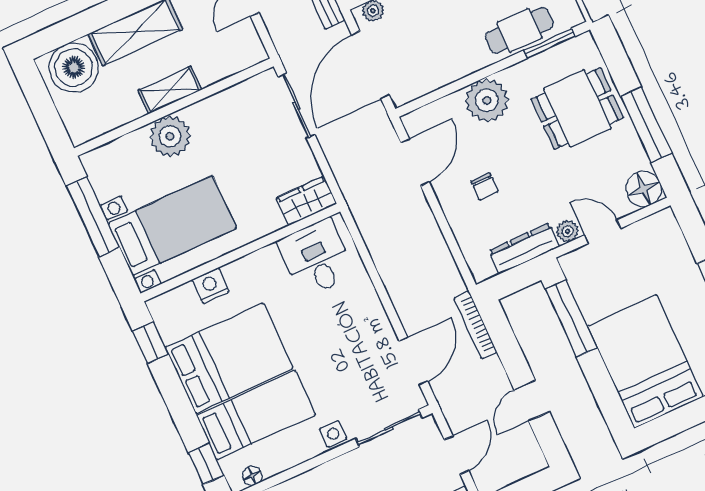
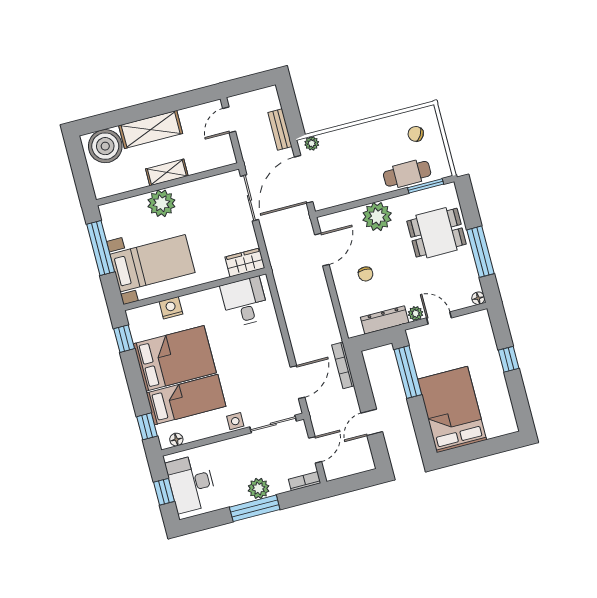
floor lamp: (644, 189) -> (478, 298), width x0.53, depth x0.53

